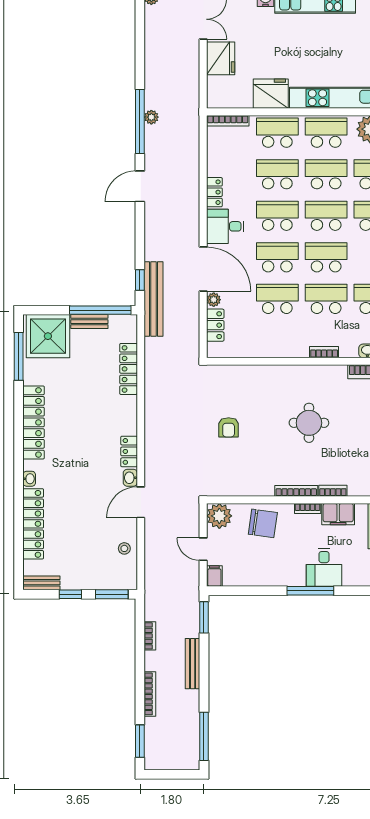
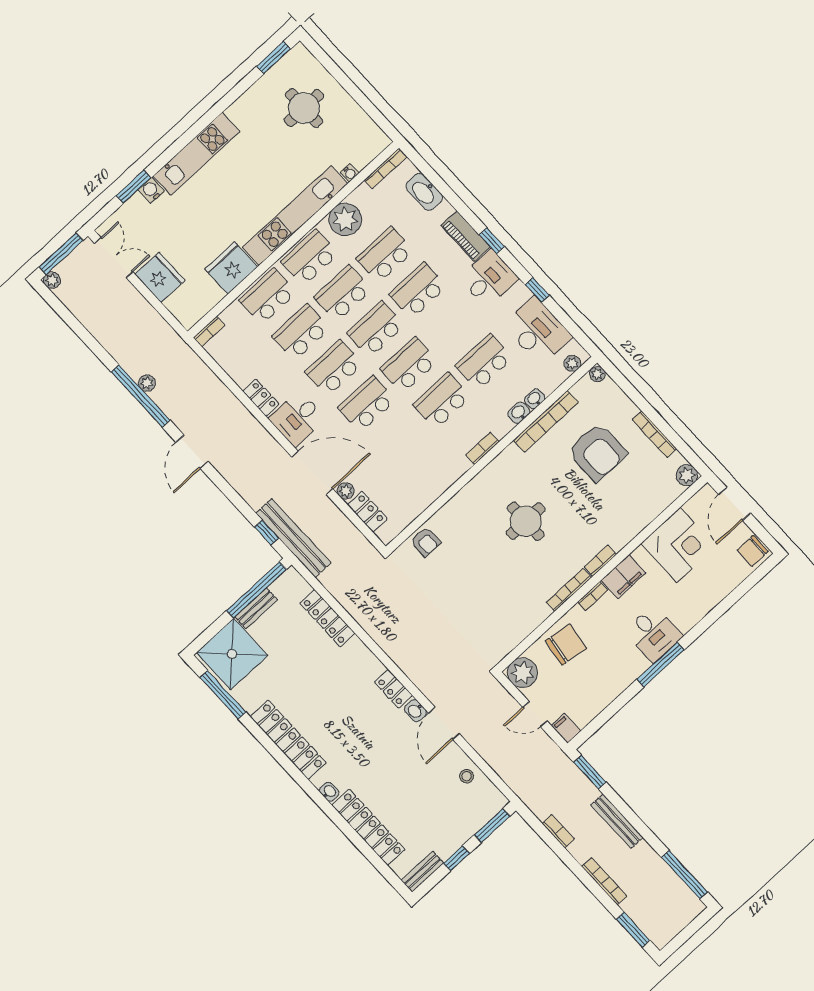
bookcase: (228, 121) -> (209, 332), width x0.64
school desk: (277, 299) -> (400, 440), removed
armchair: (229, 427) -> (426, 542), moved

